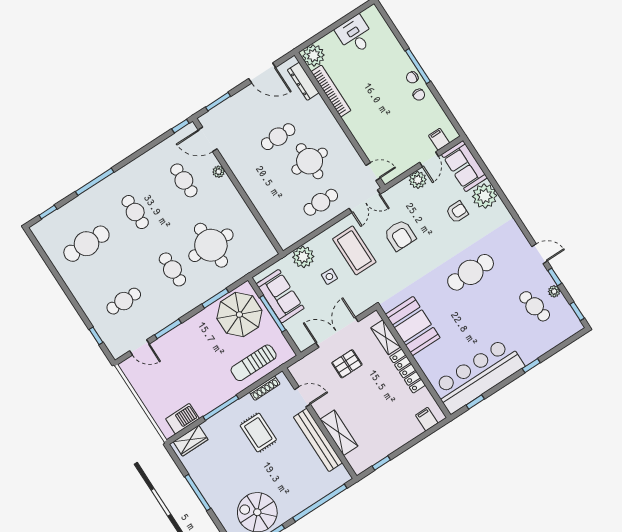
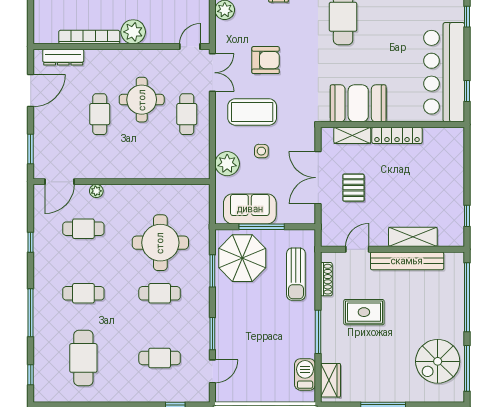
plant: (314, 55) -> (133, 32), moved
window: (180, 126) -> (31, 242), moved
cafe table: (124, 301) -> (160, 358), turned 90
filing cabinet: (427, 419) -> (453, 147), removed

